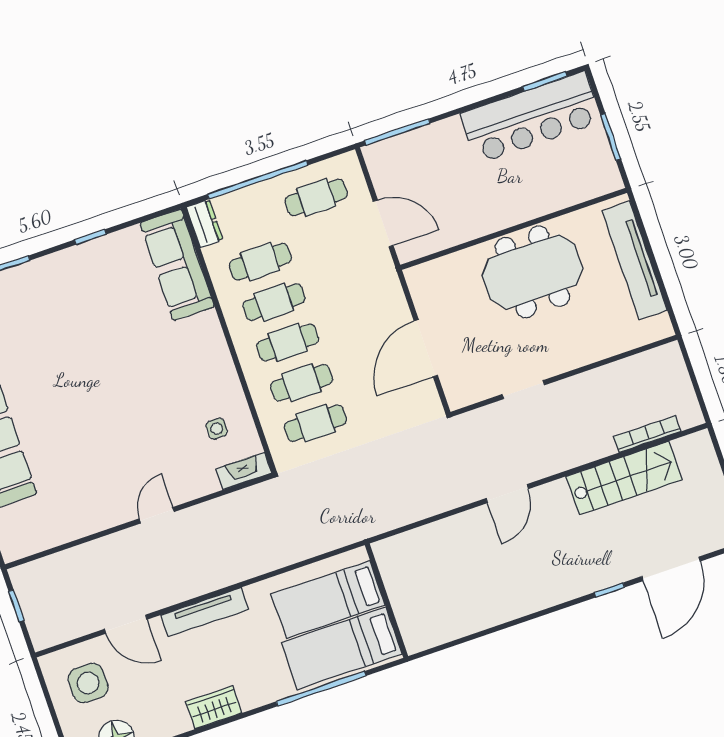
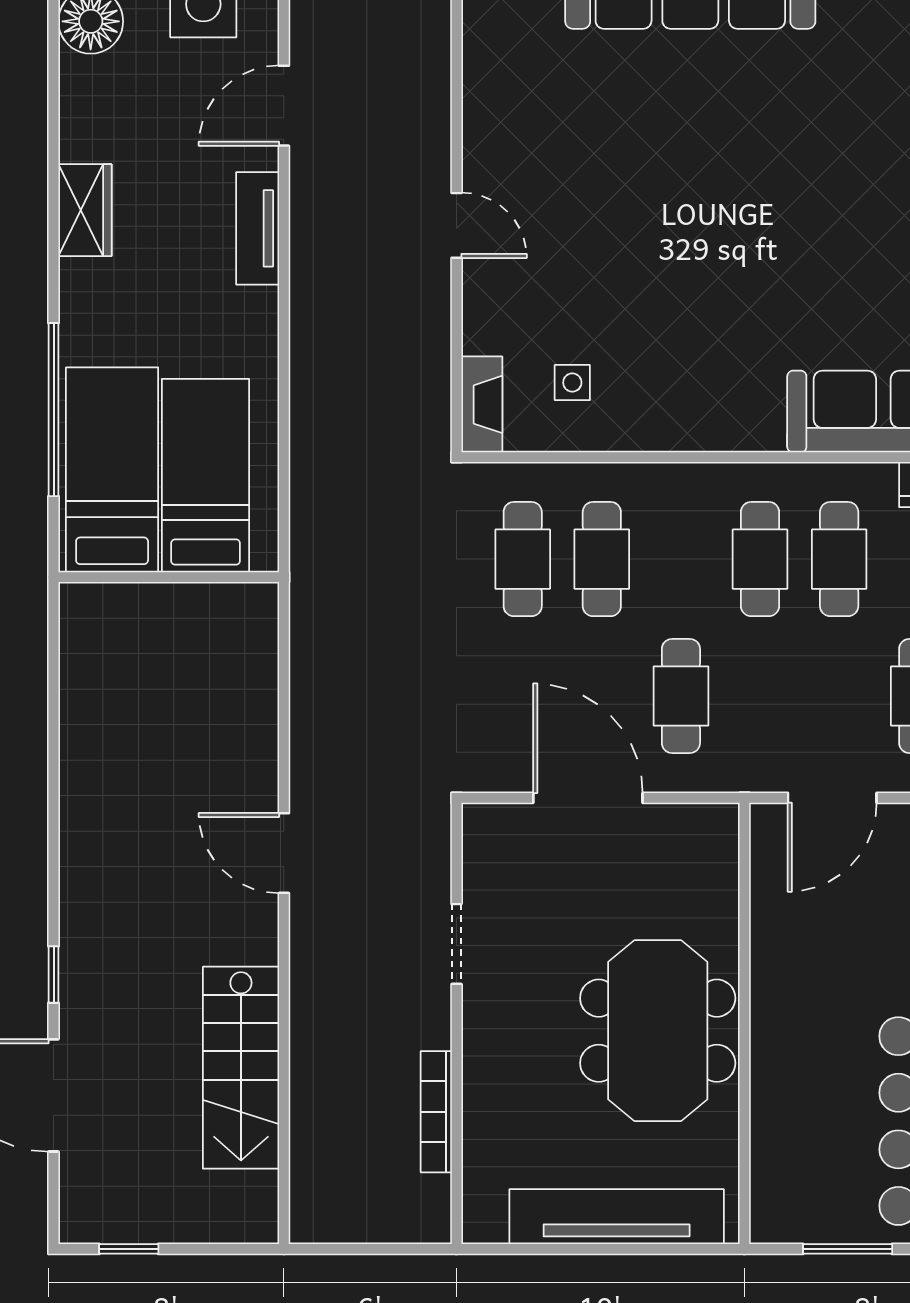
cafe table: (288, 342) -> (681, 696), moved
bookcase: (647, 434) -> (436, 1112), moved, turned 180
tv unit: (205, 612) -> (258, 228), width x0.71

